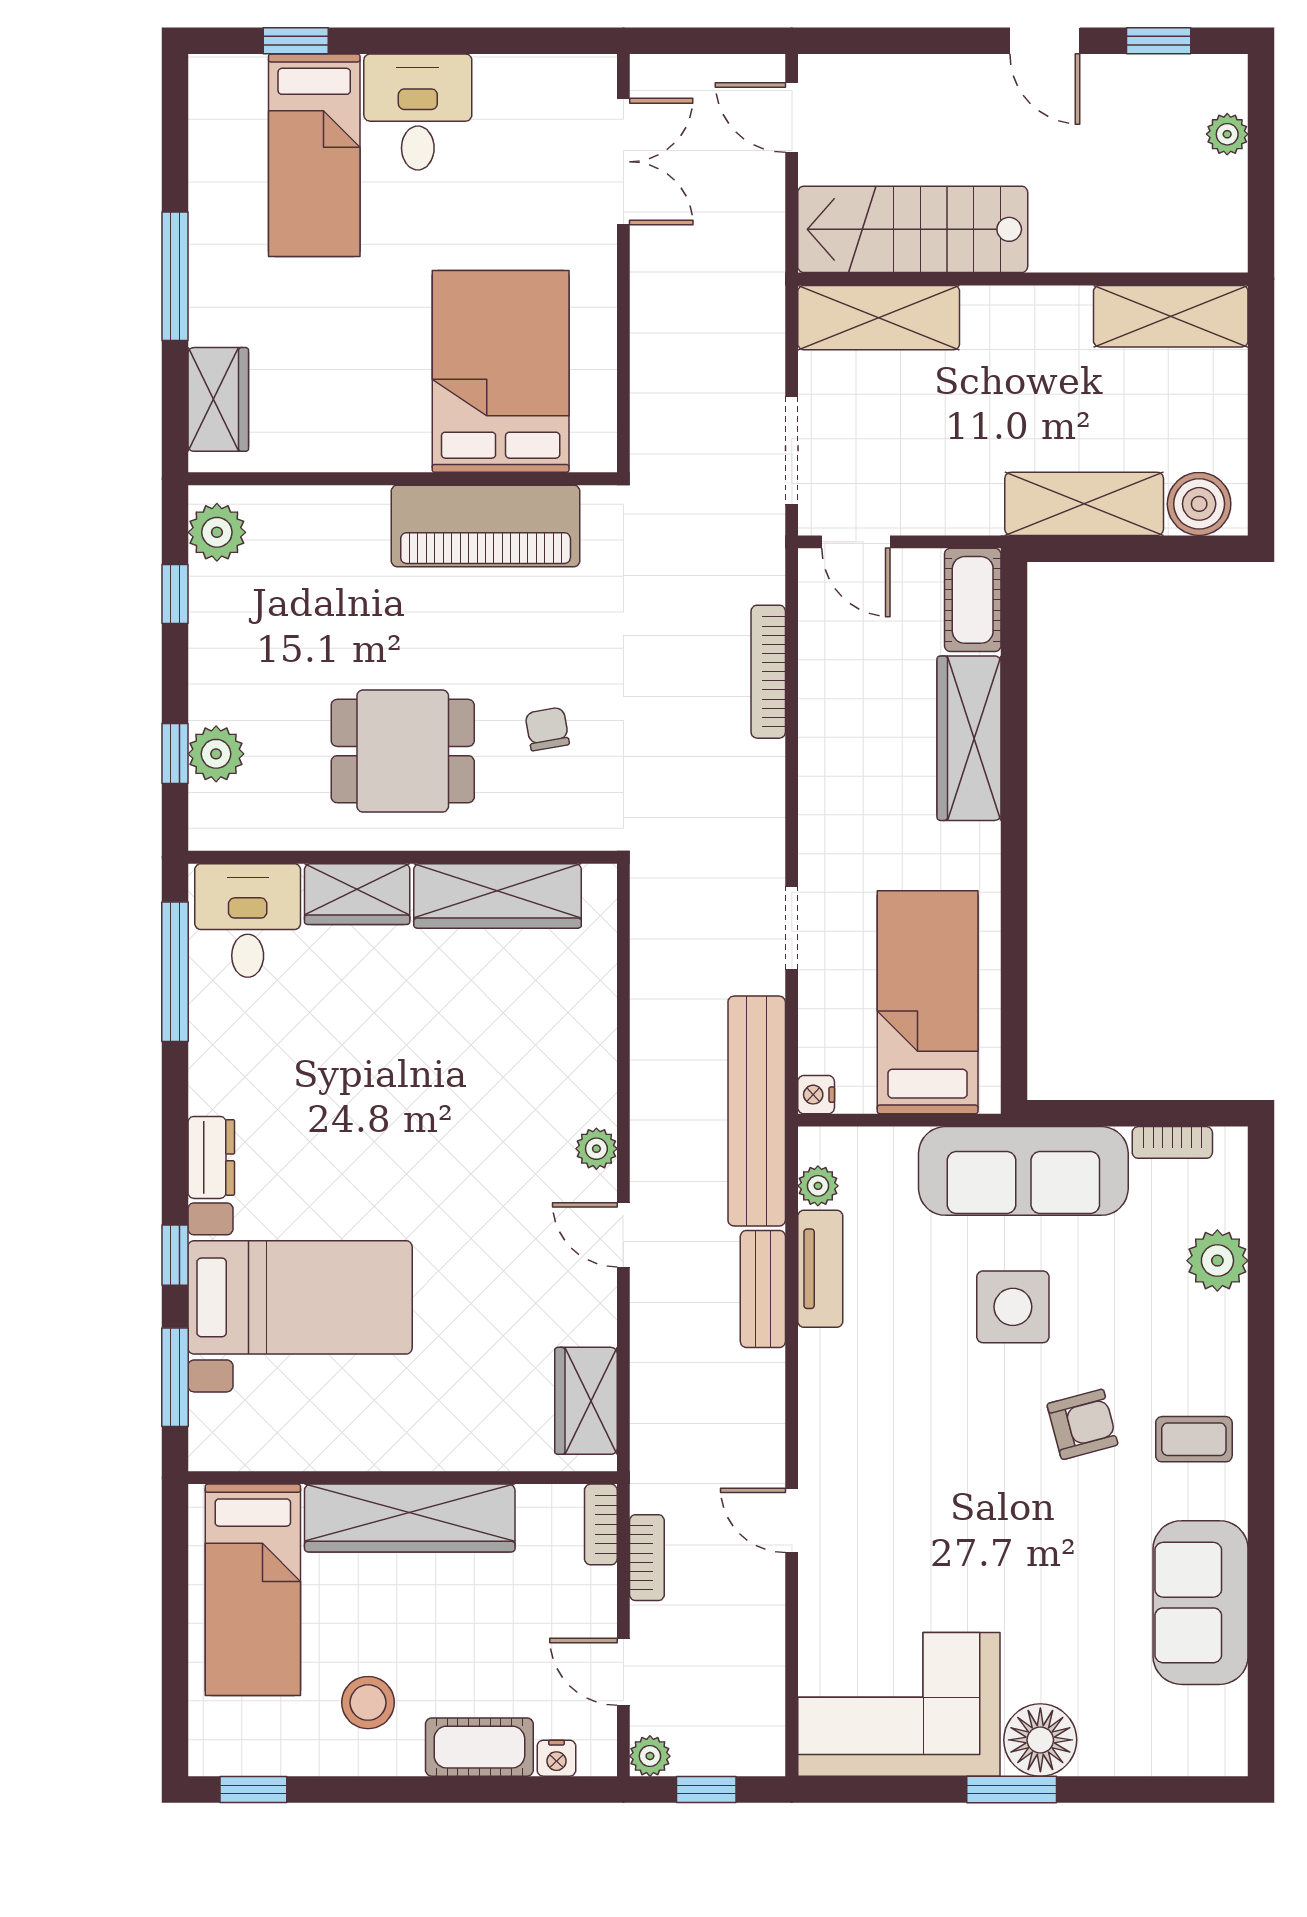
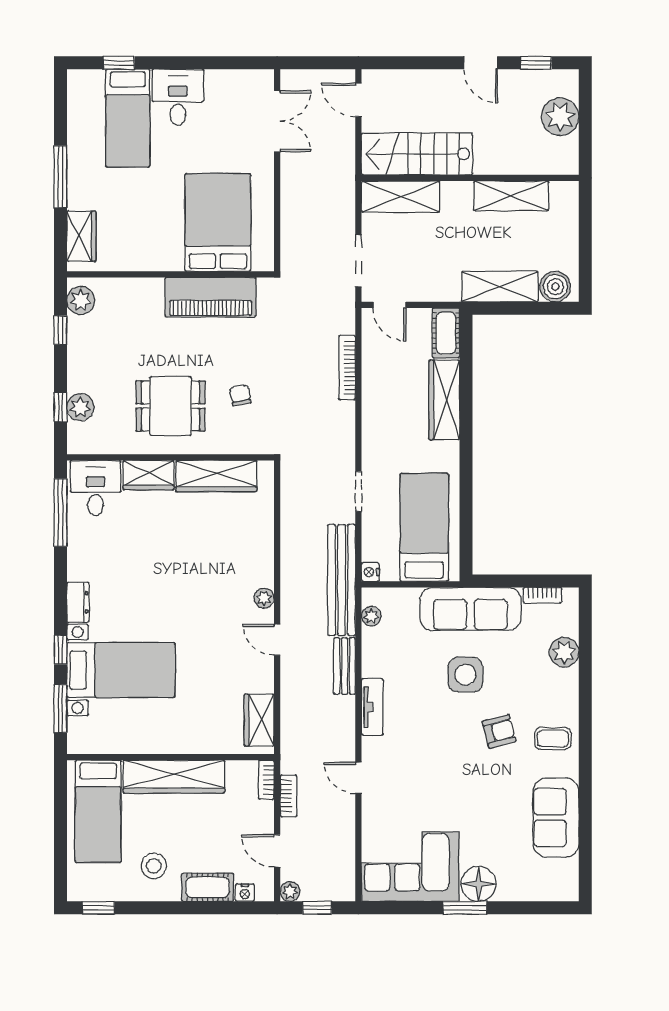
plant: (1227, 134) -> (560, 117), width x1.88, depth x1.88
shelving: (1171, 316) -> (511, 196), moved
tv unit: (820, 1269) -> (372, 707), moved

